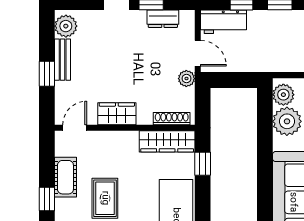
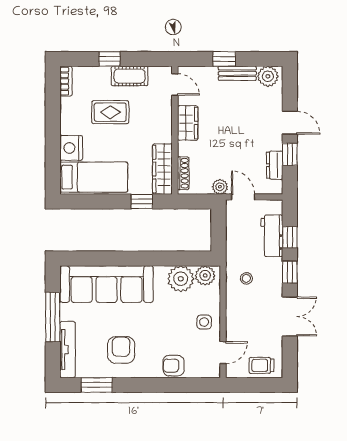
workbench: (223, 22) -> (272, 236), moved
stool: (287, 50) -> (246, 278), added
door: (198, 53) -> (243, 197), swing flipped

